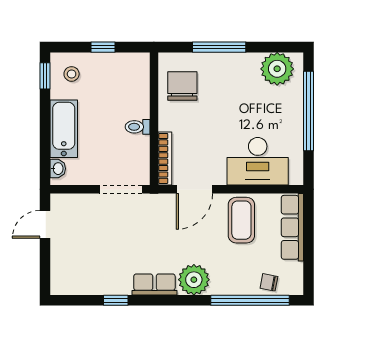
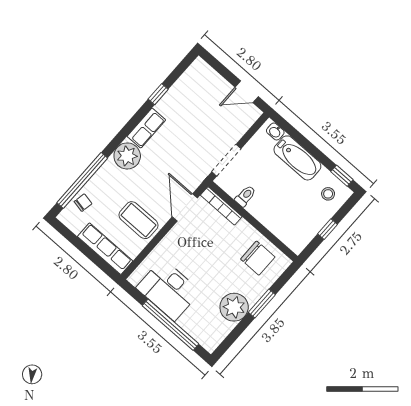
window: (219, 47) -> (262, 304), width x0.69
plant: (277, 69) -> (234, 307), moved
toilet: (138, 127) -> (245, 196), moved
desk: (258, 161) -> (168, 290), moved, turned -90
door: (45, 224) -> (247, 92), swing flipped

